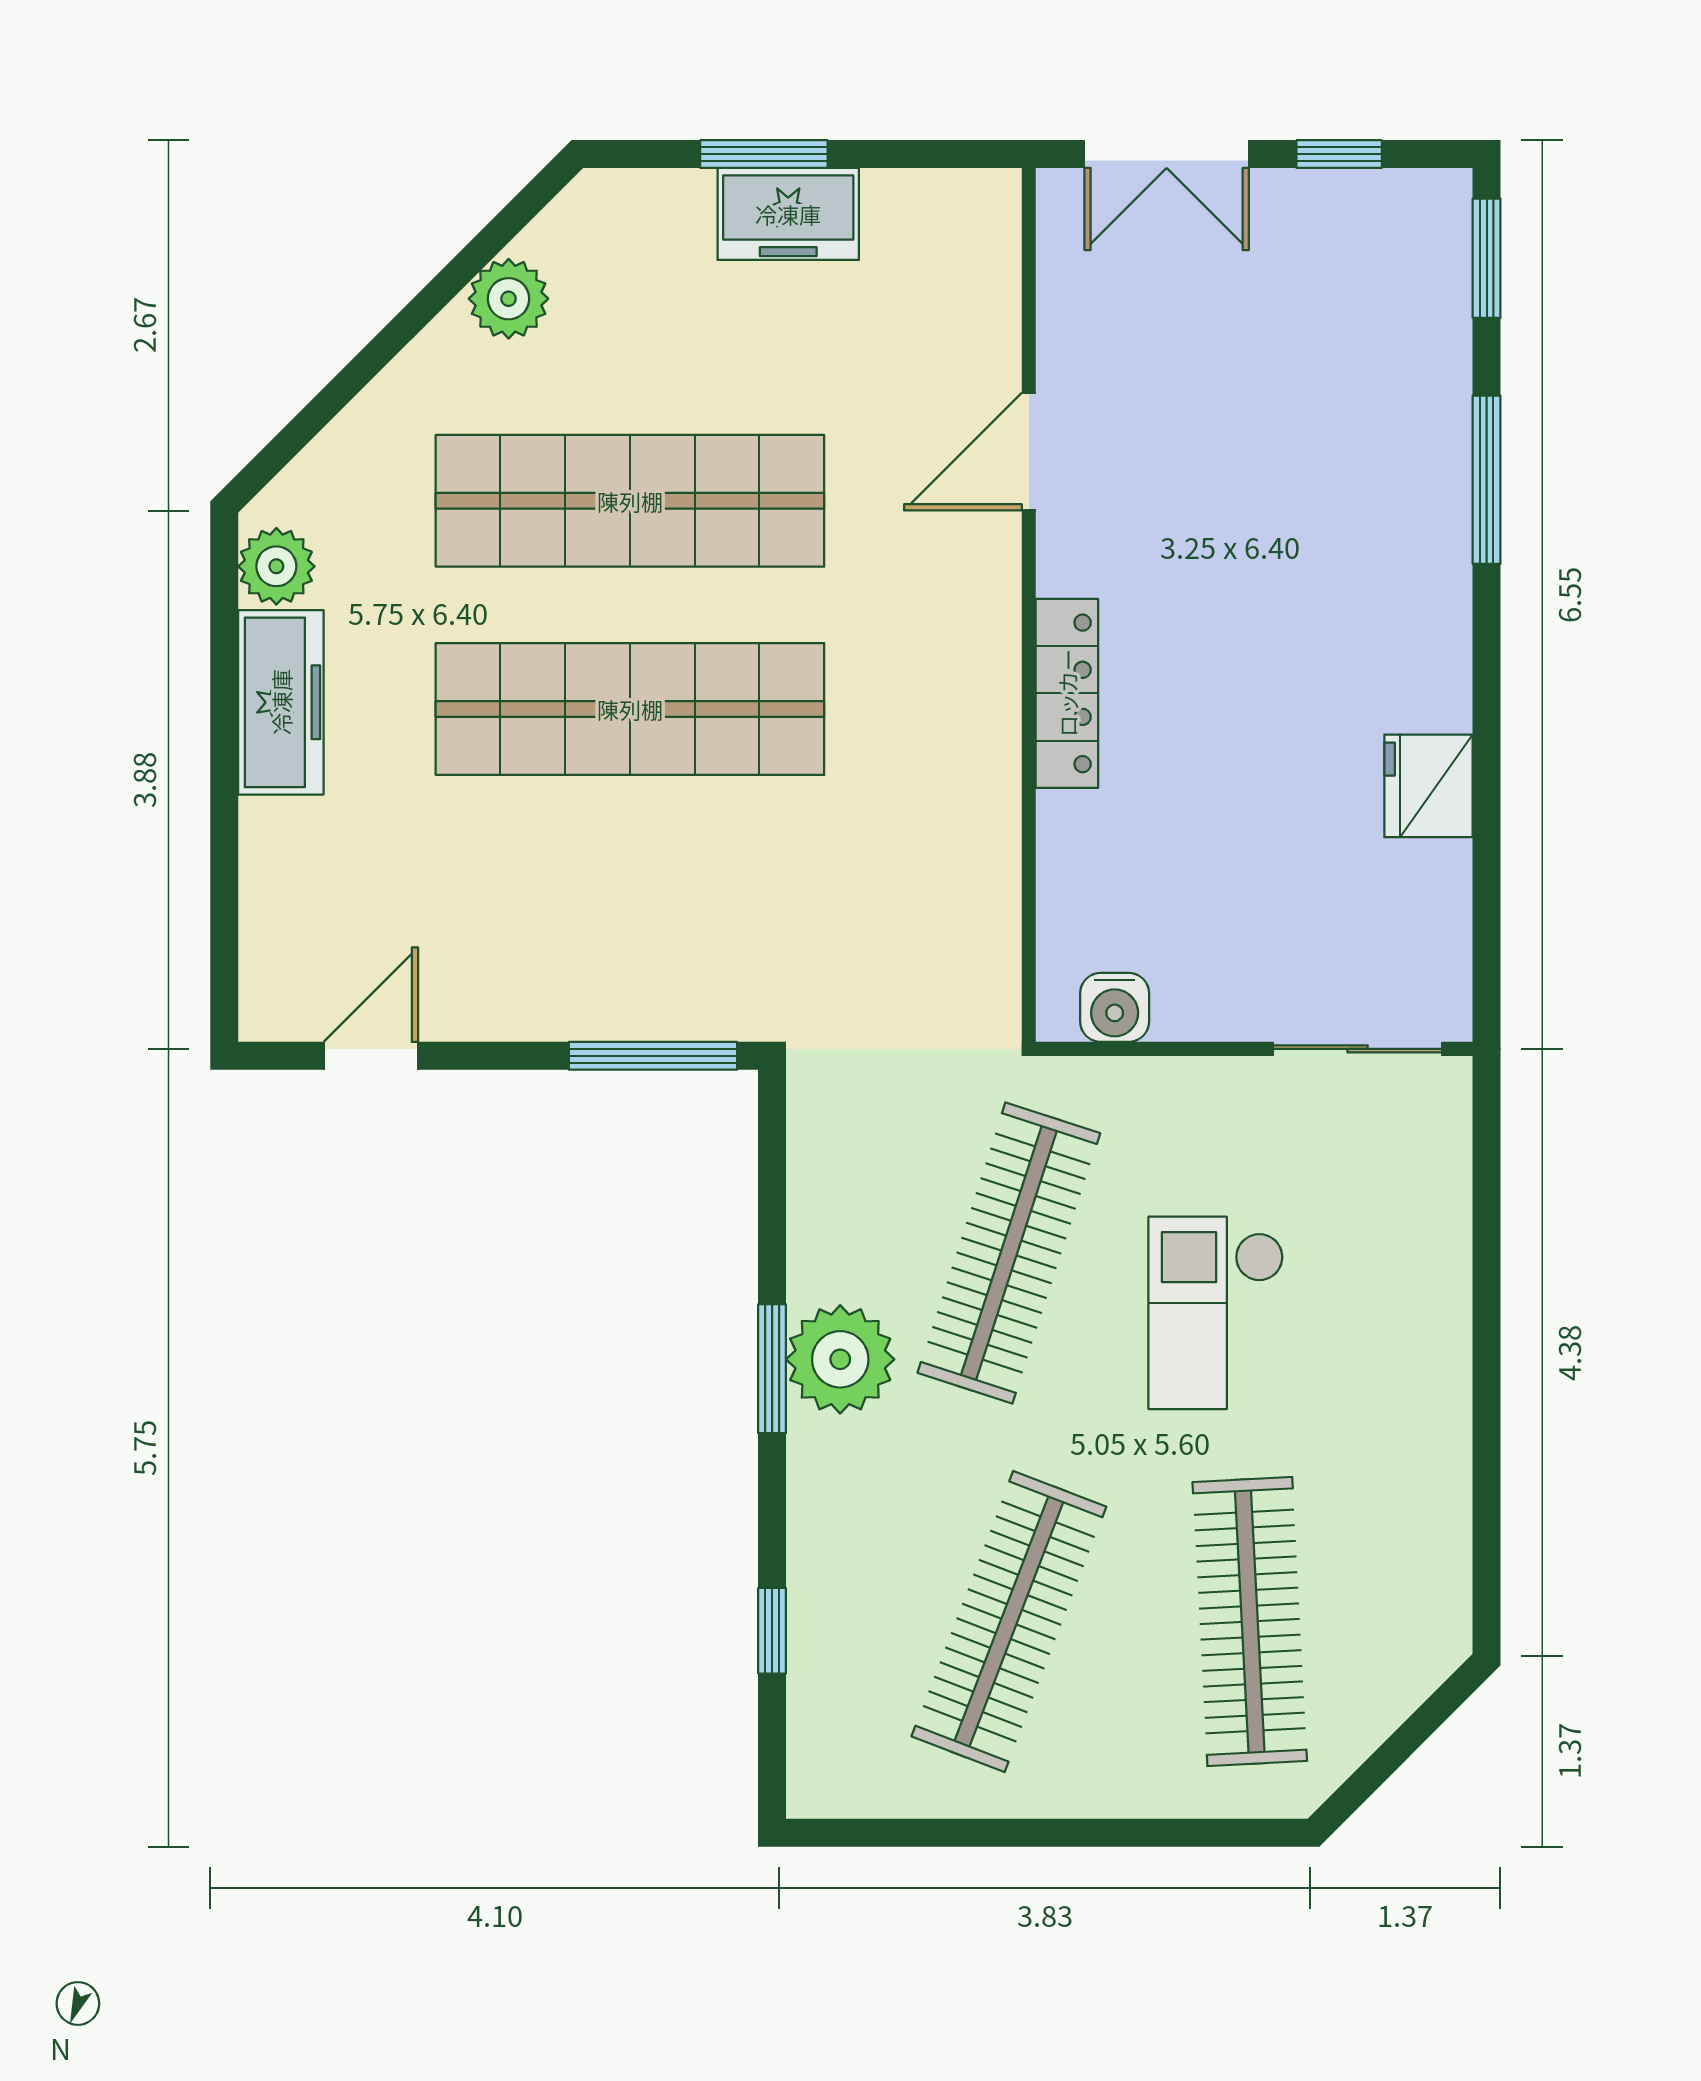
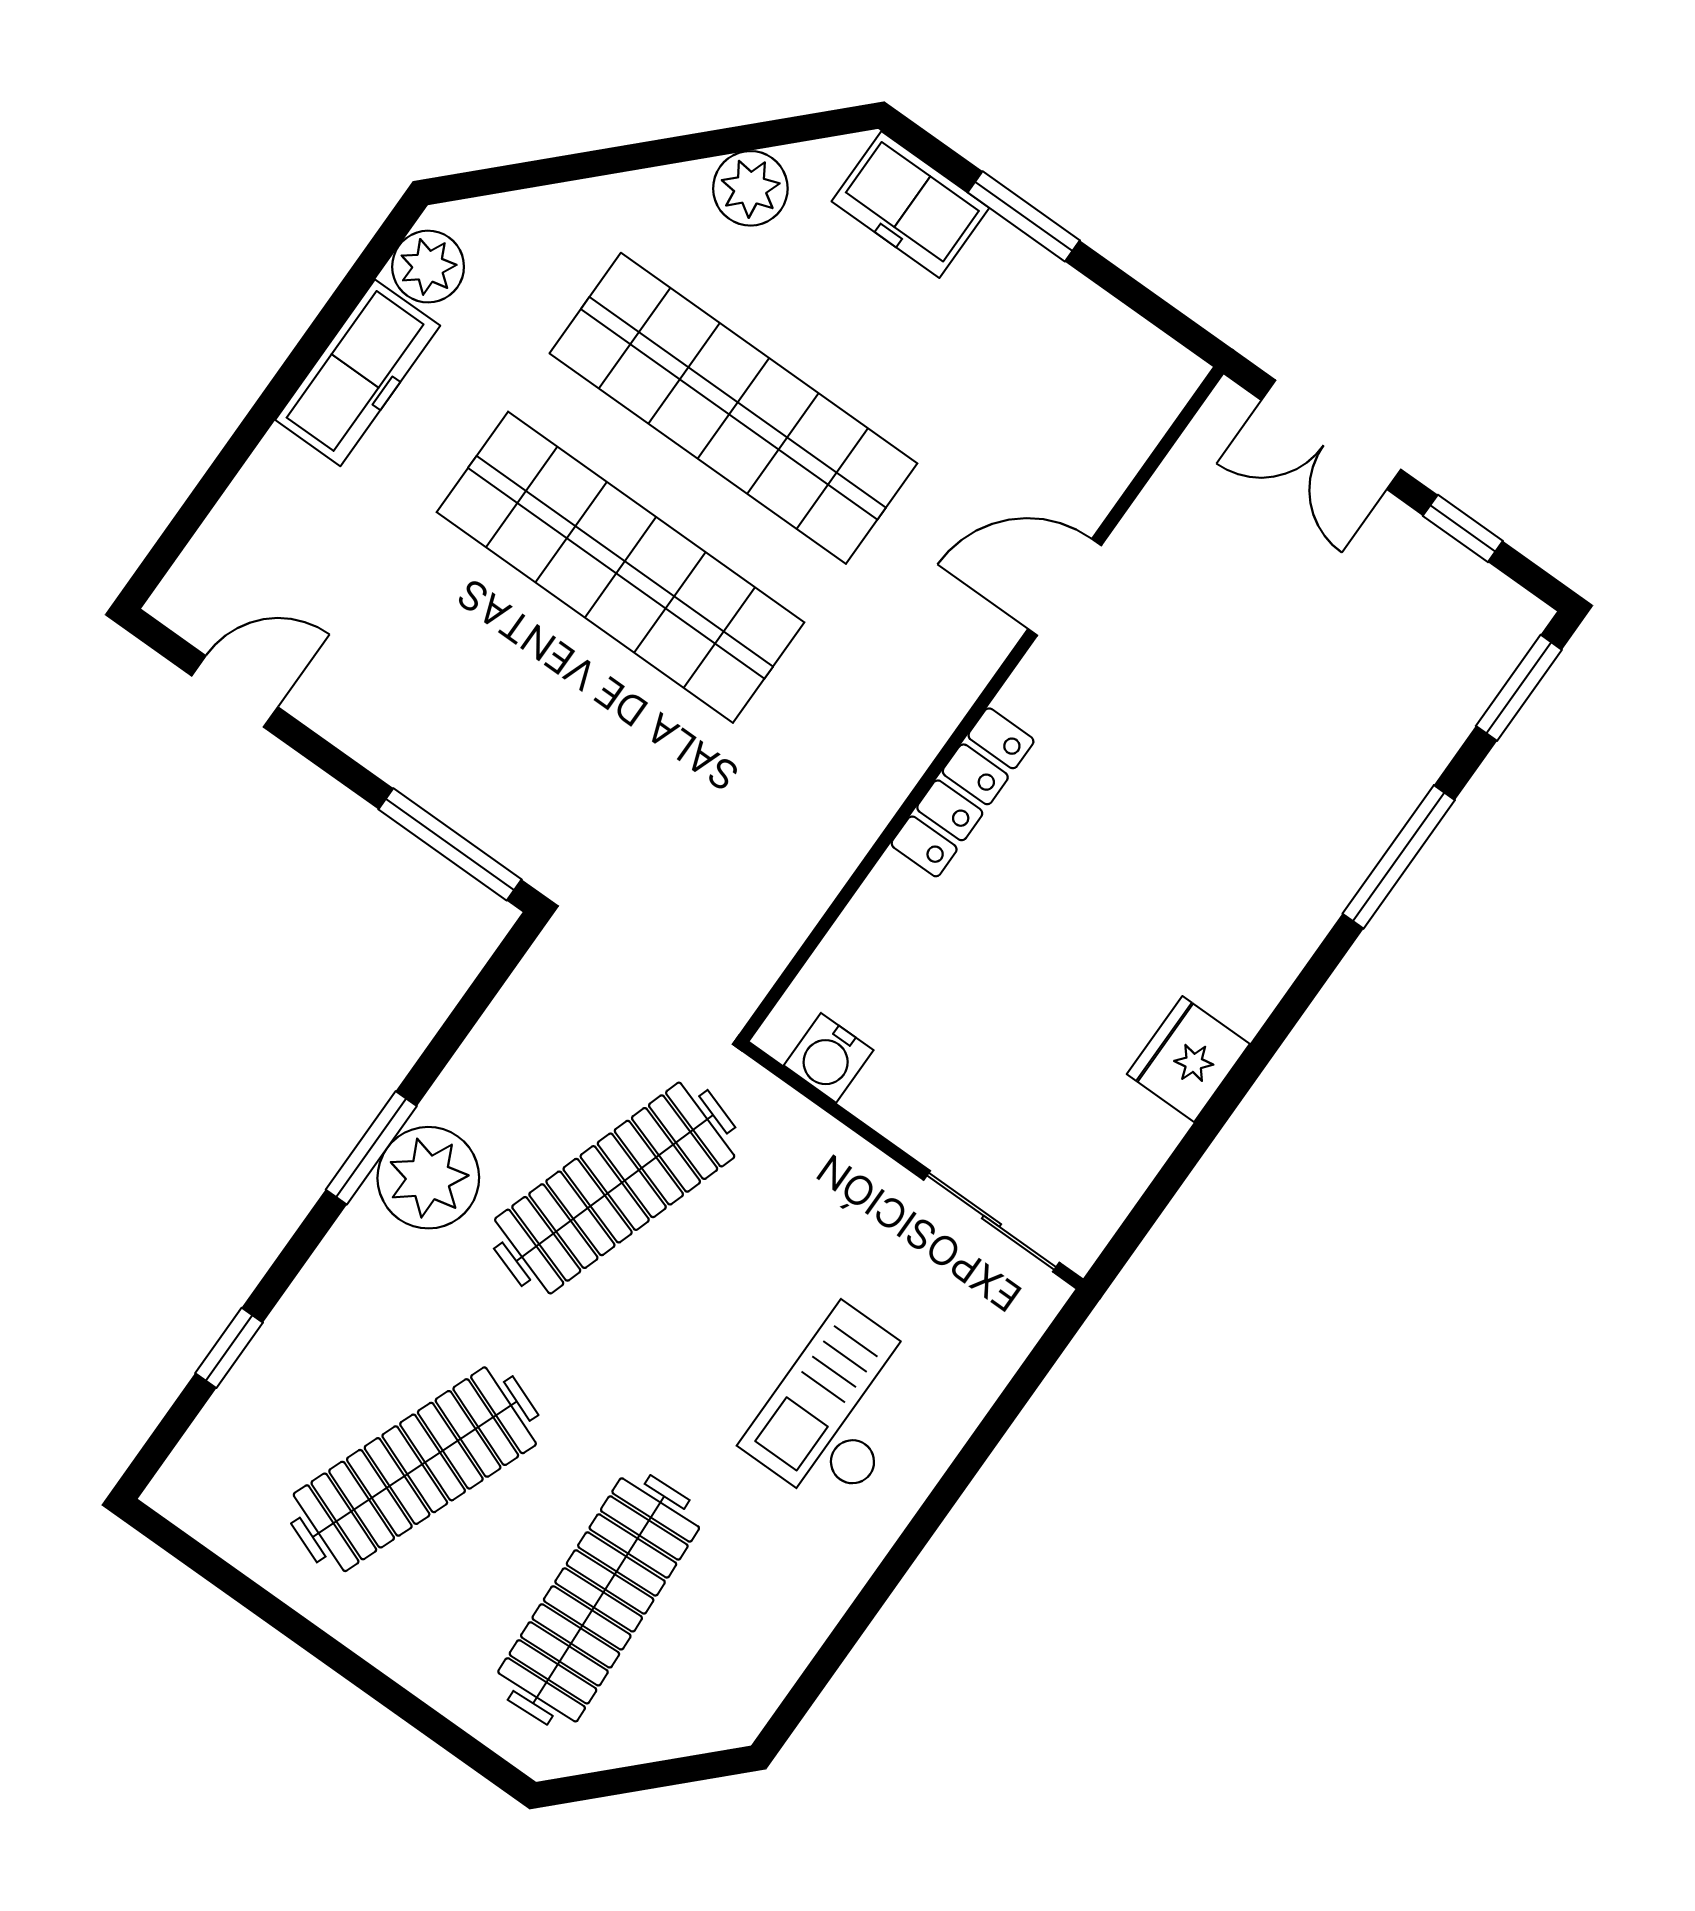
freezer: (788, 214) -> (910, 205), moved
checkout: (1216, 1313) -> (840, 1409), moved

